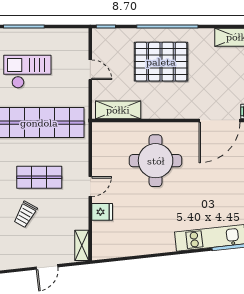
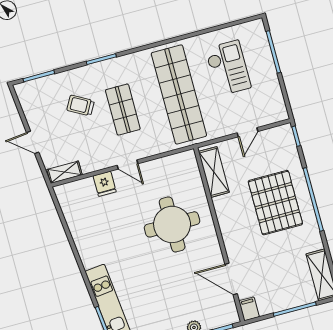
door: (219, 120) -> (231, 279), width x0.73

